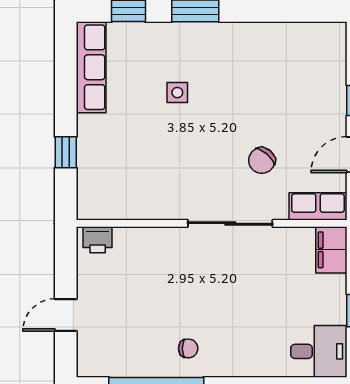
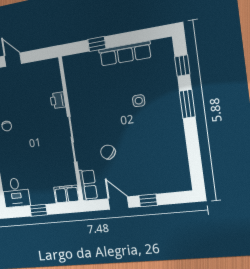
row of seats: (91, 67) -> (125, 54), moved
printer: (98, 240) -> (58, 100), moved

